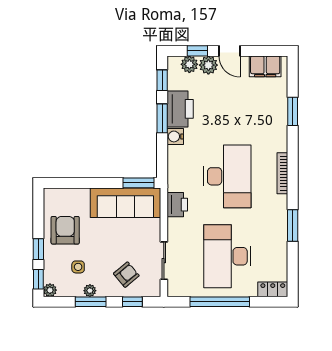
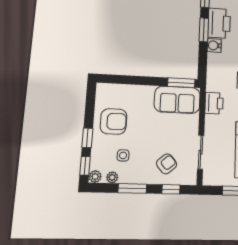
sofa: (125, 203) -> (177, 100), width x0.73
armchair: (65, 230) -> (114, 121), turned 90
plant: (90, 291) -> (112, 177), moved

